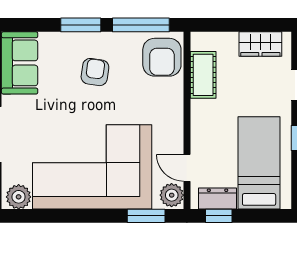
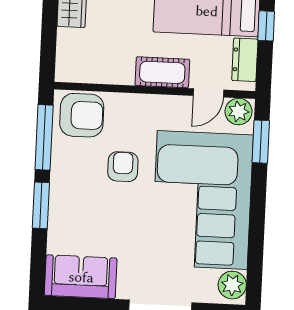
armchair: (95, 72) -> (123, 167), moved, turned 82
cot: (203, 75) -> (162, 72), moved
window: (219, 216) -> (266, 26), moved

